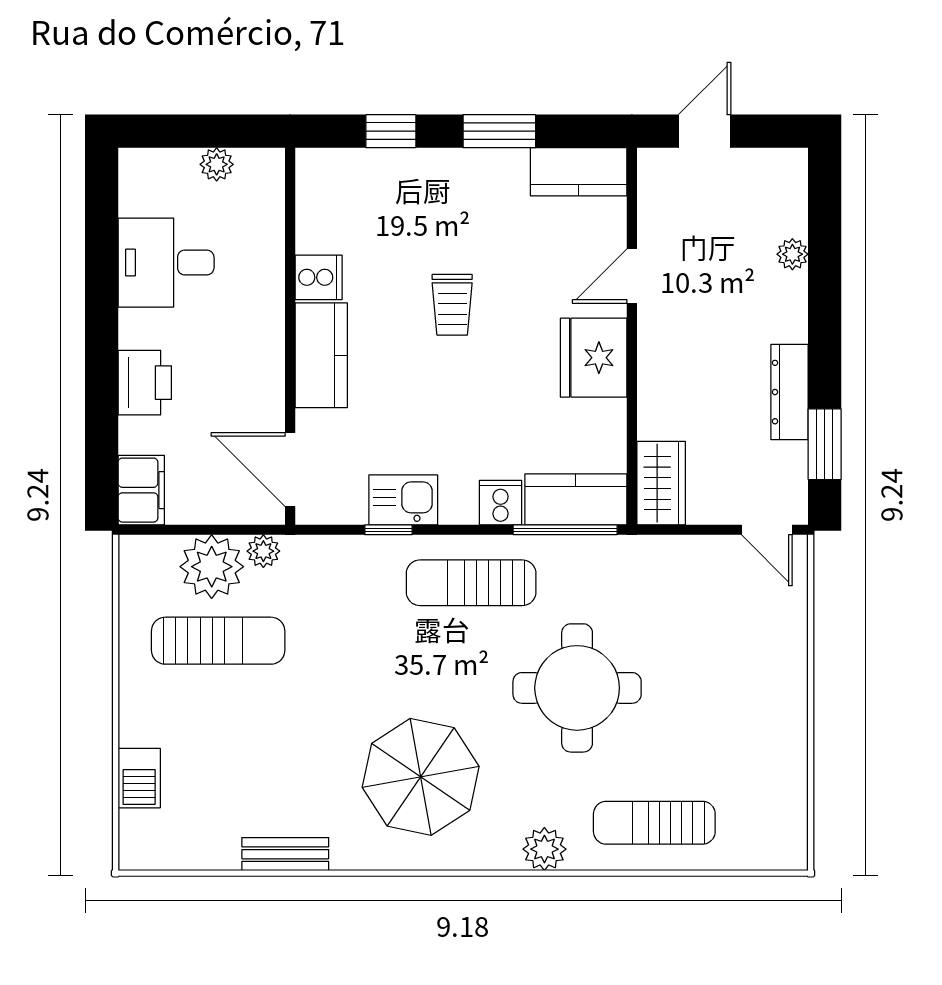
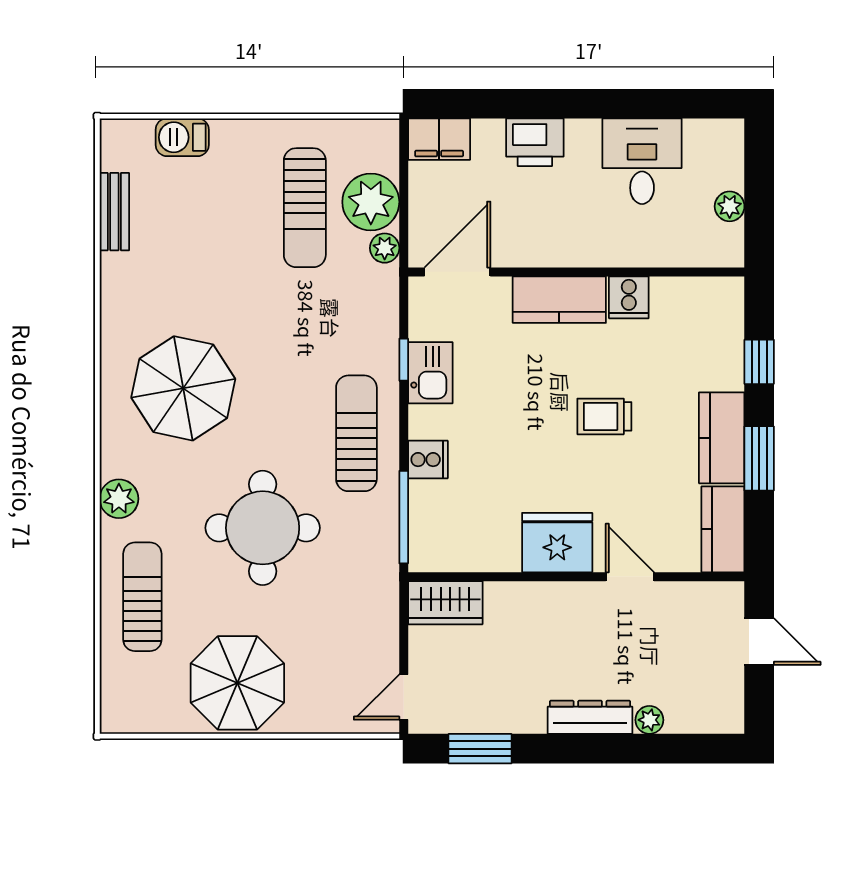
dresser: (790, 392) -> (590, 717), moved
kitchen counter: (576, 499) -> (722, 438), moved, turned 180
parasol: (751, 716) -> (237, 683), added
bench: (285, 854) -> (114, 212), moved

